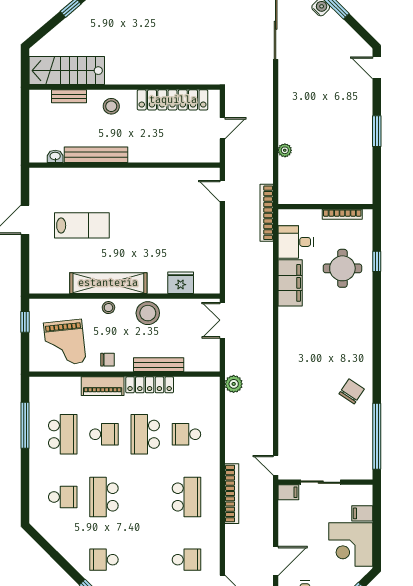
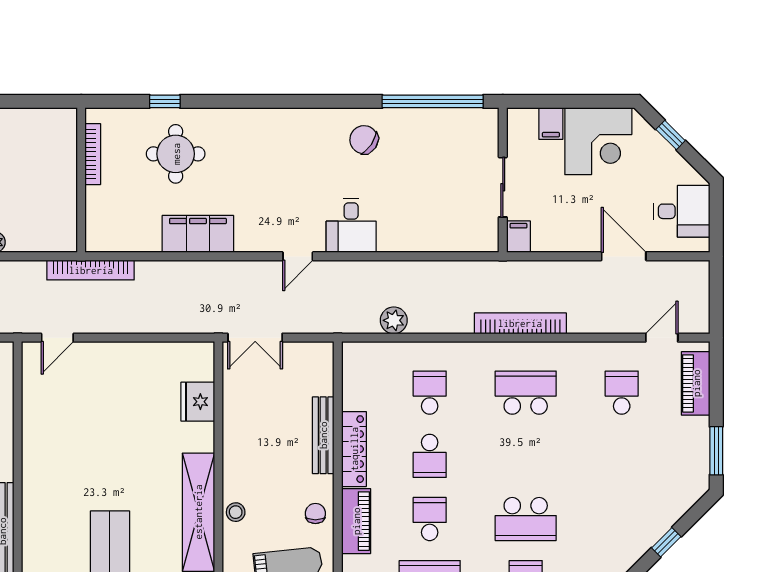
desk: (296, 242) -> (351, 226), moved
stool: (148, 313) -> (244, 452), removed
plant: (234, 384) -> (394, 320), moved
school desk: (145, 434) -> (430, 456), width x0.54
school desk: (186, 434) -> (430, 393), turned 180
door: (276, 465) -> (298, 256), moved
school desk: (104, 560) -> (622, 519), removed

